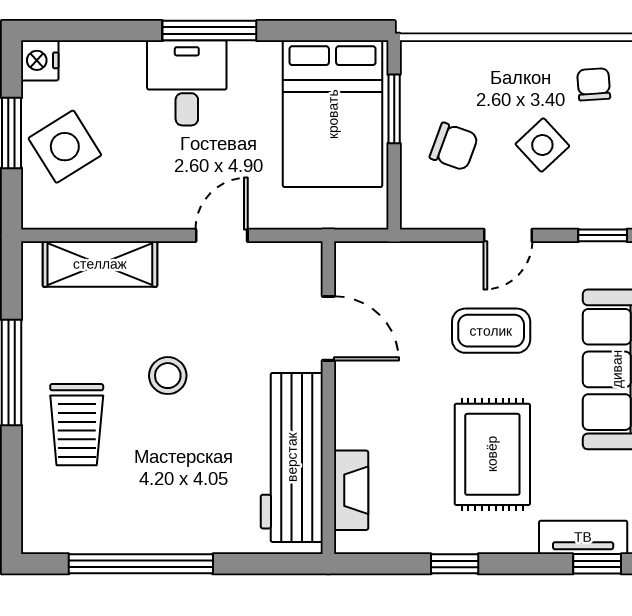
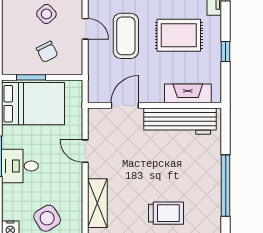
chair: (454, 147) -> (47, 52), turned 133
coffee table: (491, 331) -> (126, 36), width x1.36, depth x1.32
stool: (168, 376) -> (145, 174), removed
fireplace: (351, 490) -> (188, 93), width x1.37, depth x1.32

